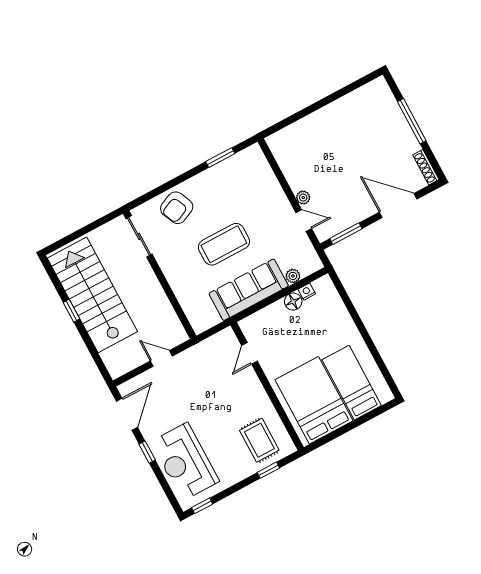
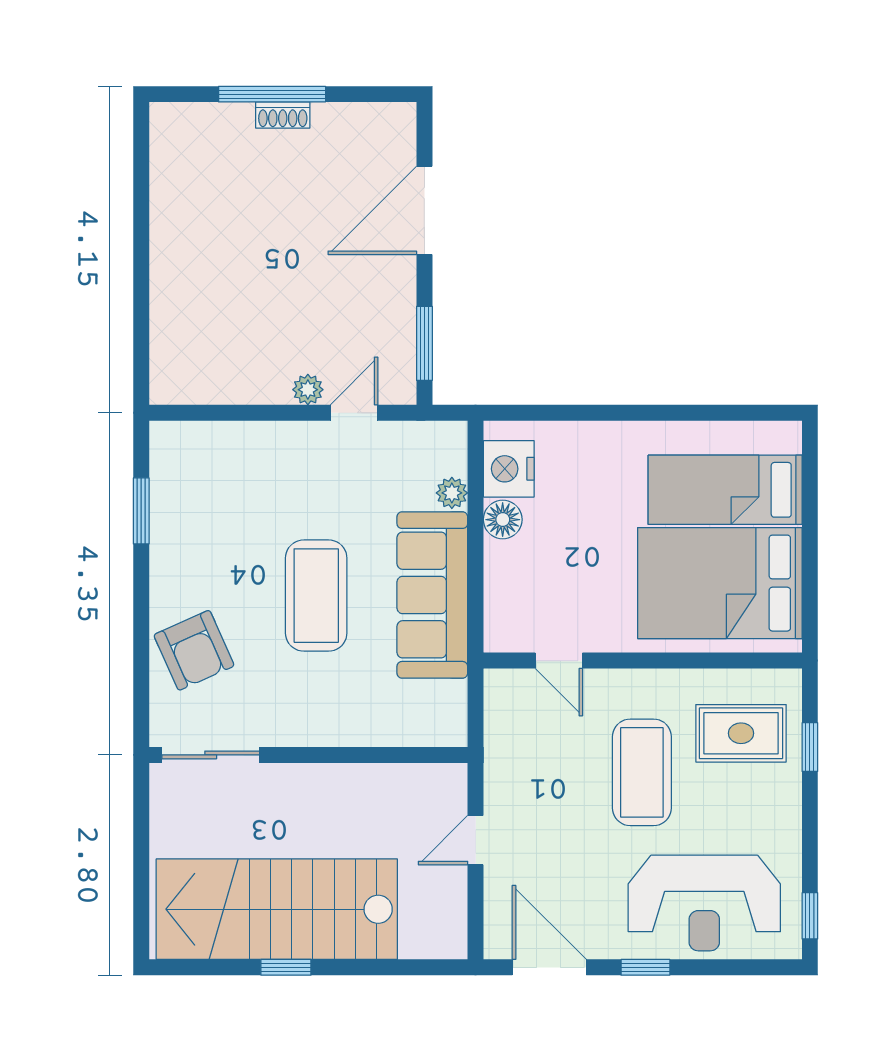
shoe rack: (426, 167) -> (283, 115), moved, width x0.70
nightstand: (307, 292) -> (509, 469), width x1.89, depth x1.79
coffee table: (223, 410) -> (642, 772), added

